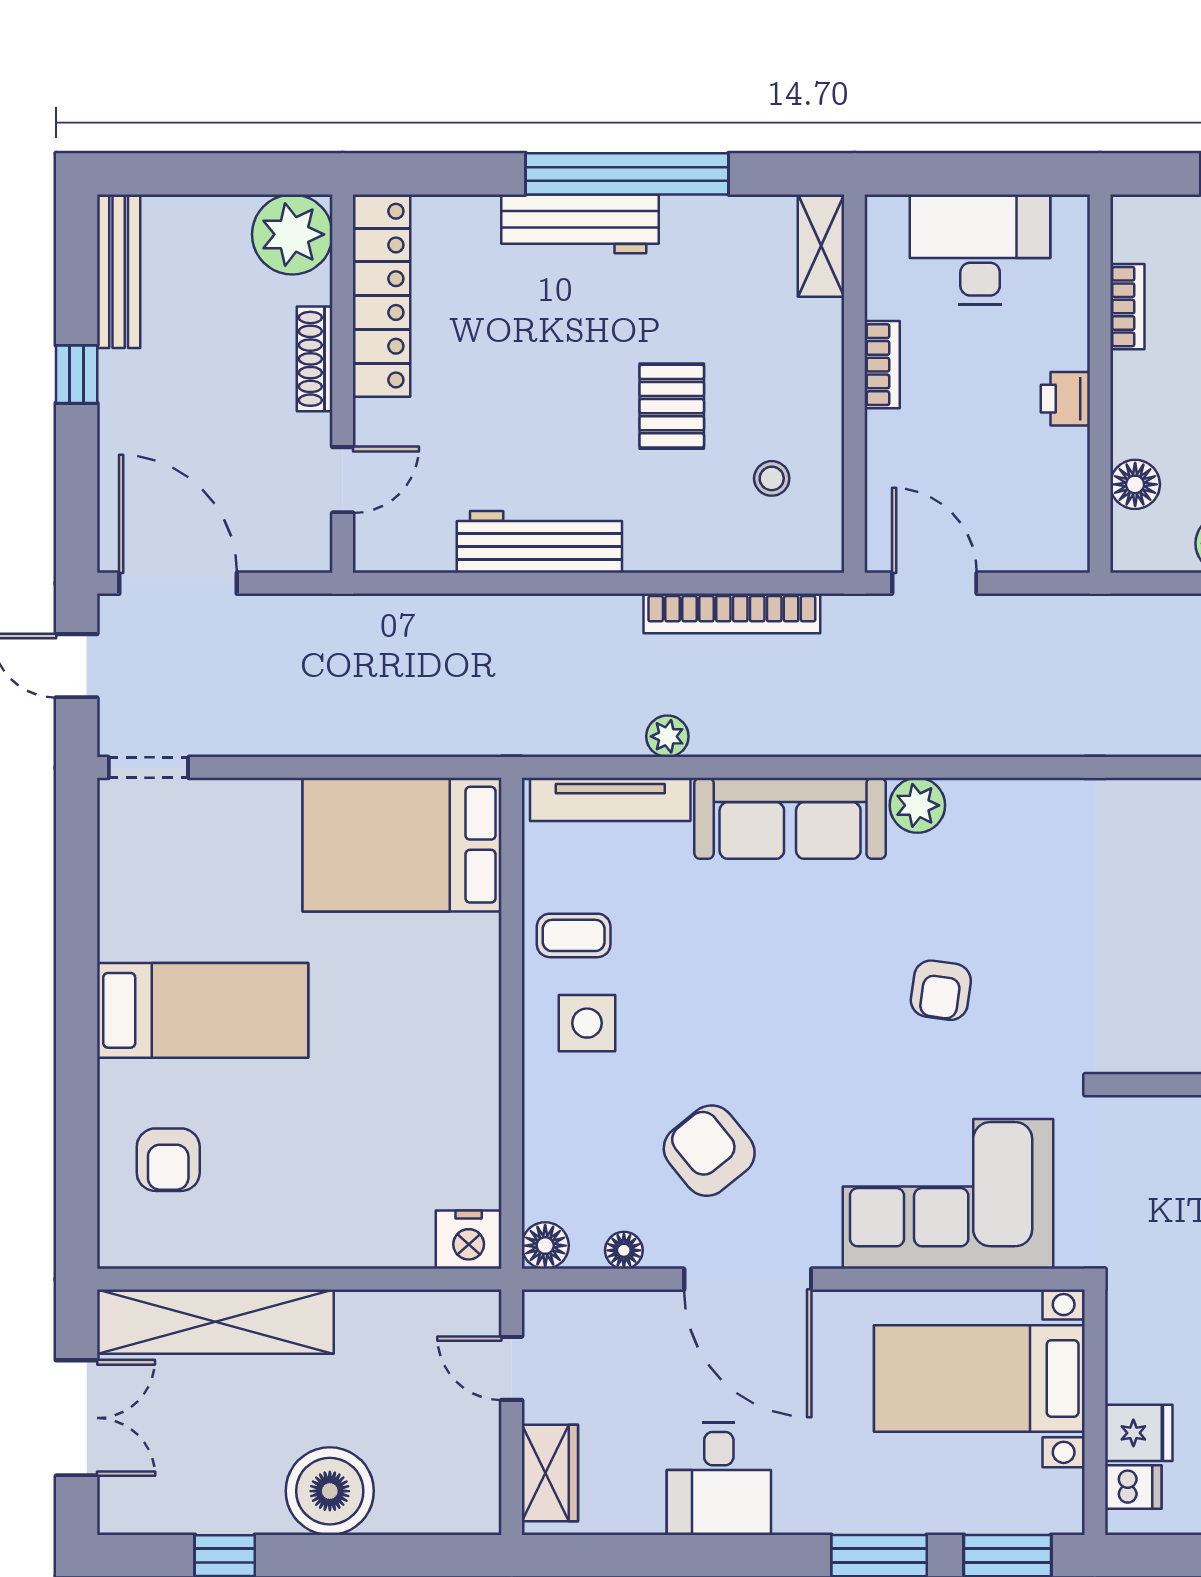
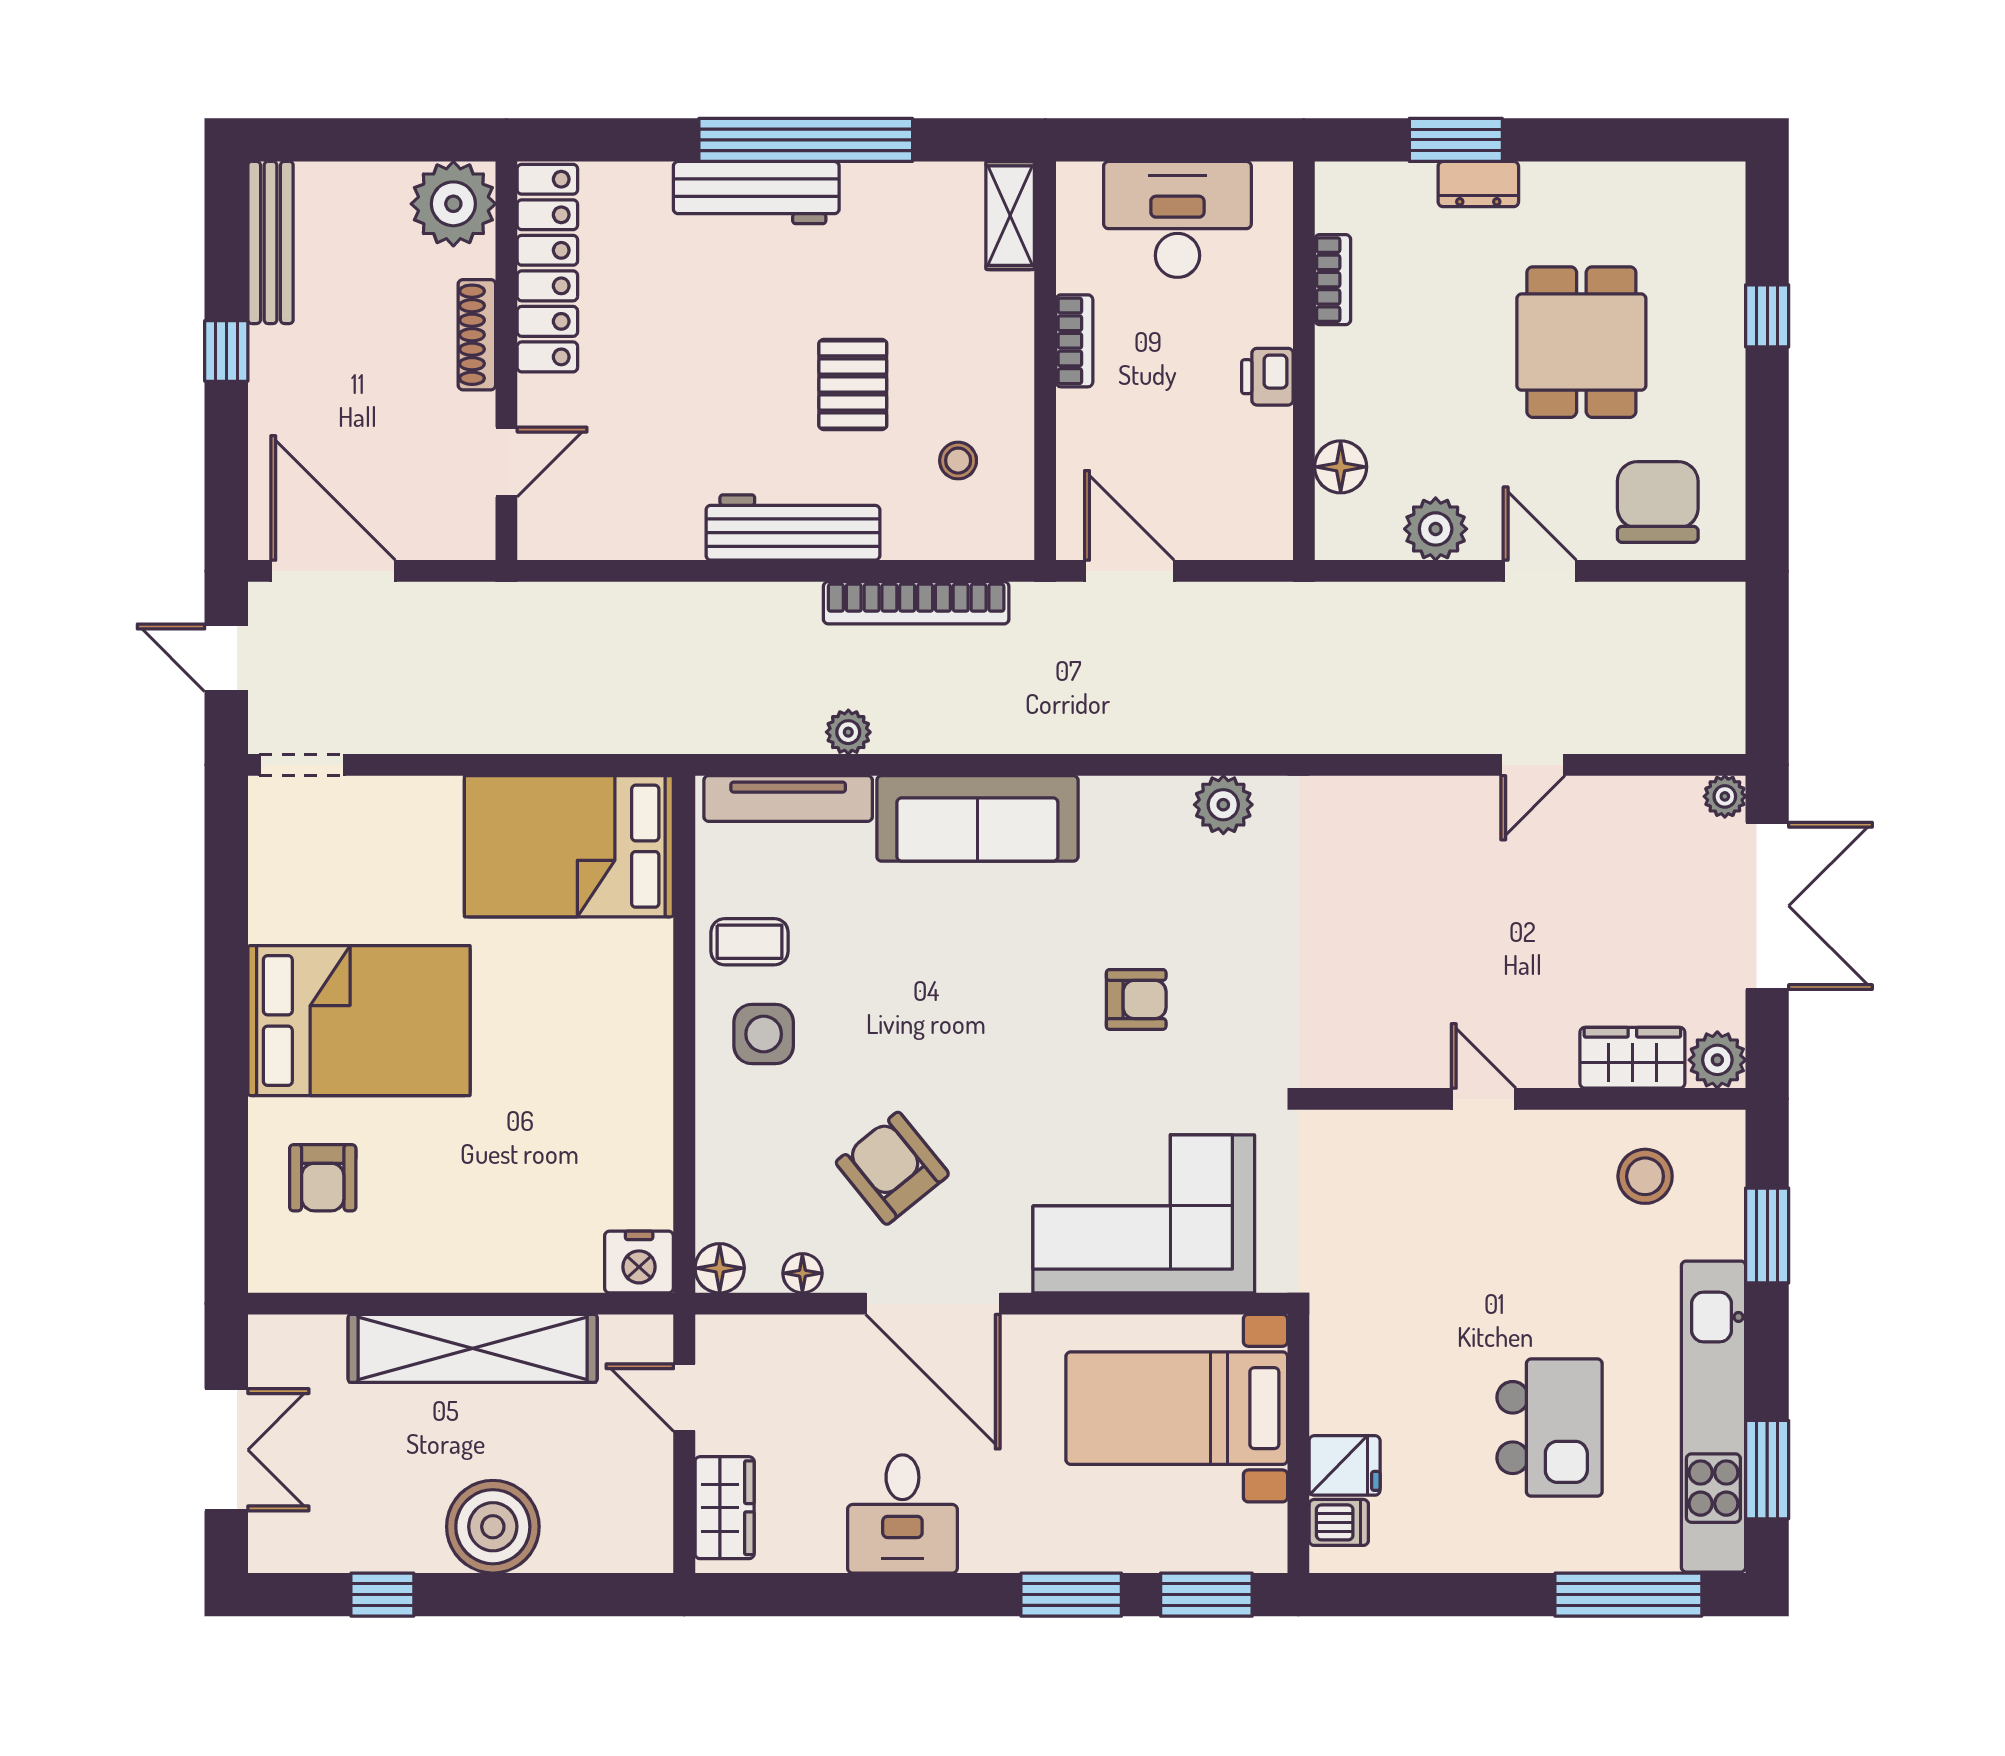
workbench: (539, 542) -> (793, 527), moved
plant: (917, 805) -> (1223, 805), moved
armchair: (941, 990) -> (1136, 999), turned -98
bed: (203, 1010) -> (359, 1021), width x1.50
shelving: (215, 1322) -> (473, 1348), moved

